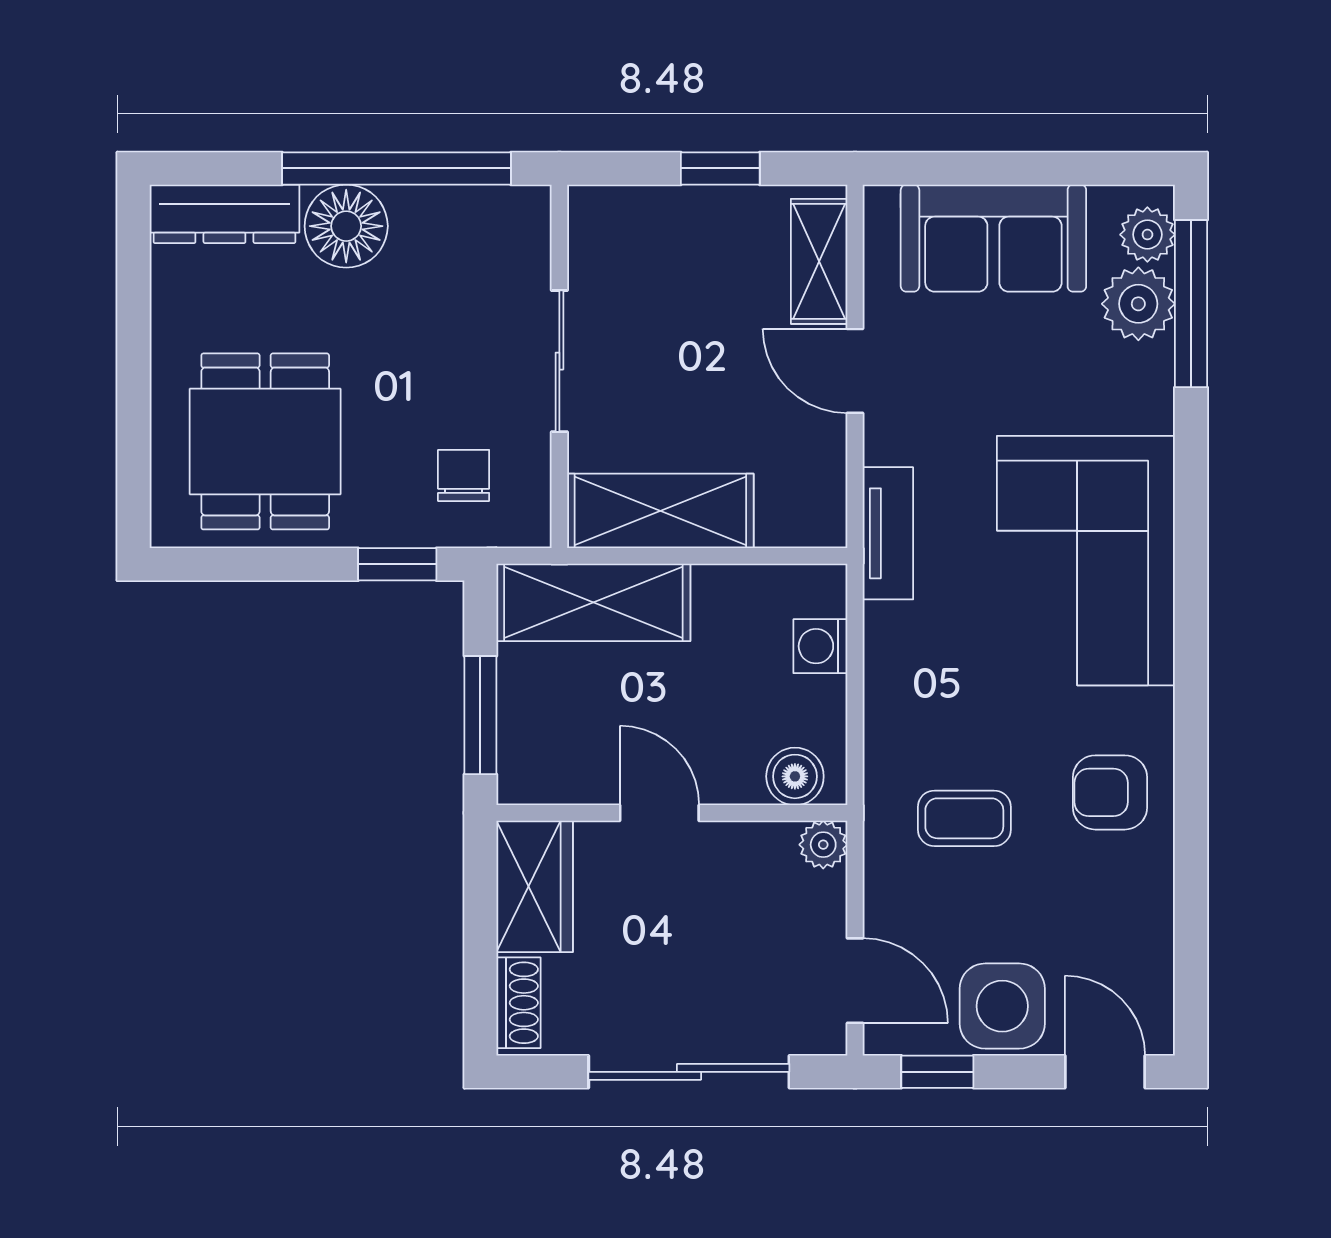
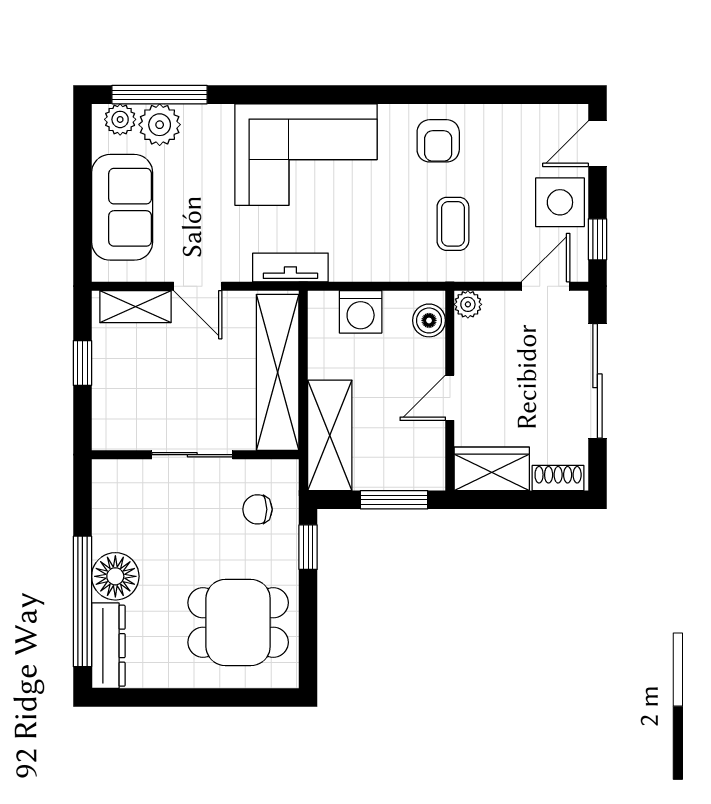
window: (396, 168) -> (82, 601), moved
door: (855, 371) -> (198, 286), hinge flipped
shelving: (660, 511) -> (278, 372), width x1.47
washing machine: (820, 646) -> (361, 312), width x1.38, depth x1.38

